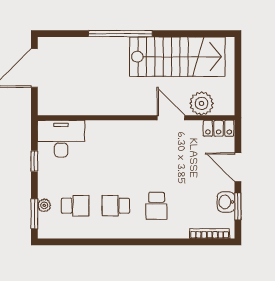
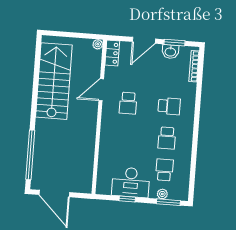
window: (120, 34) -> (30, 155), moved
plant: (202, 103) -> (98, 44), moved, width x0.53, depth x0.53
desk: (61, 139) -> (131, 182), moved, turned -90
school desk: (156, 153) -> (128, 103), added

